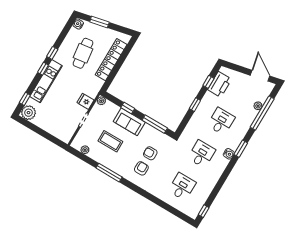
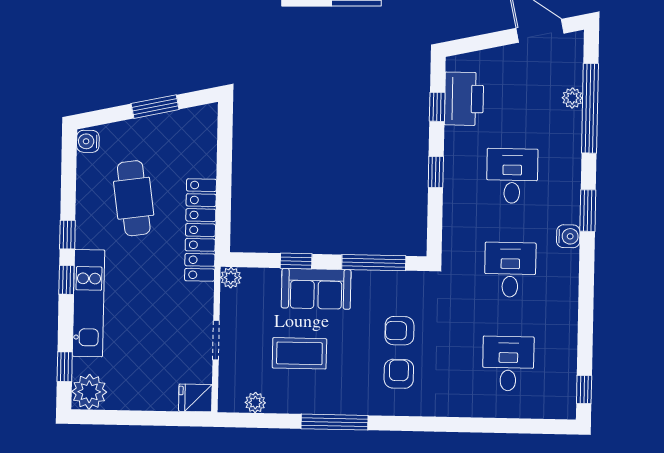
window: (99, 22) -> (155, 107), moved
locker: (111, 60) -> (201, 230), moved
fridge: (85, 101) -> (195, 398), moved

